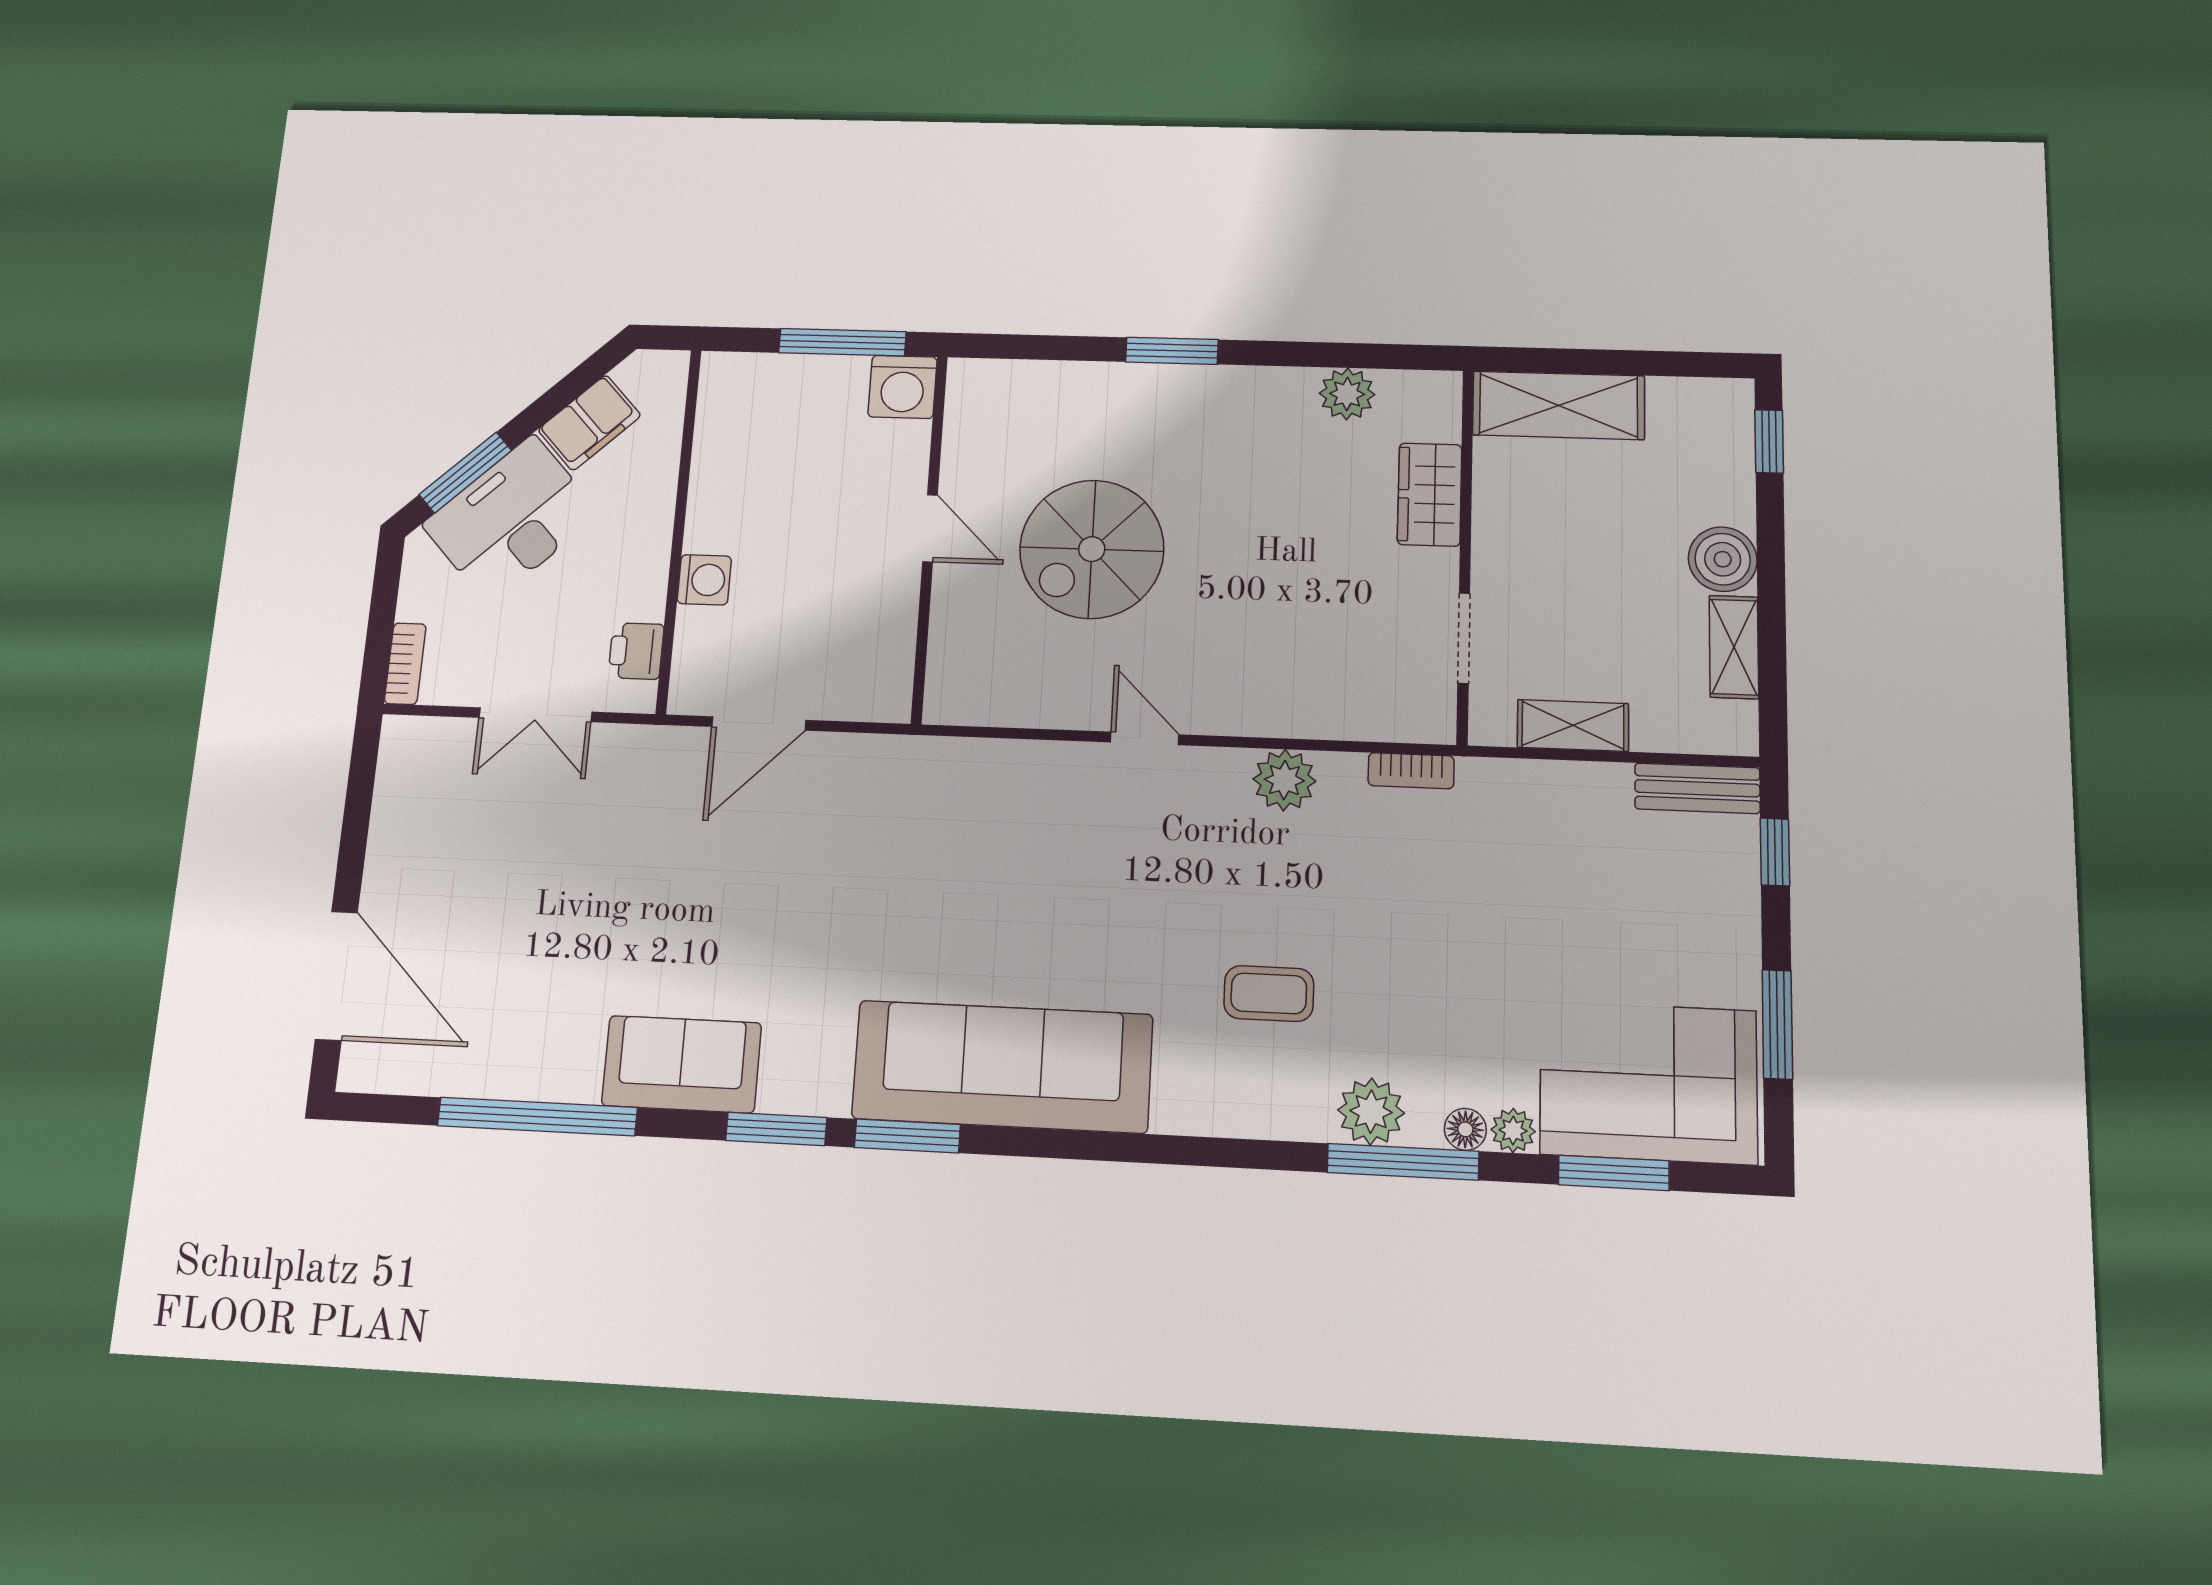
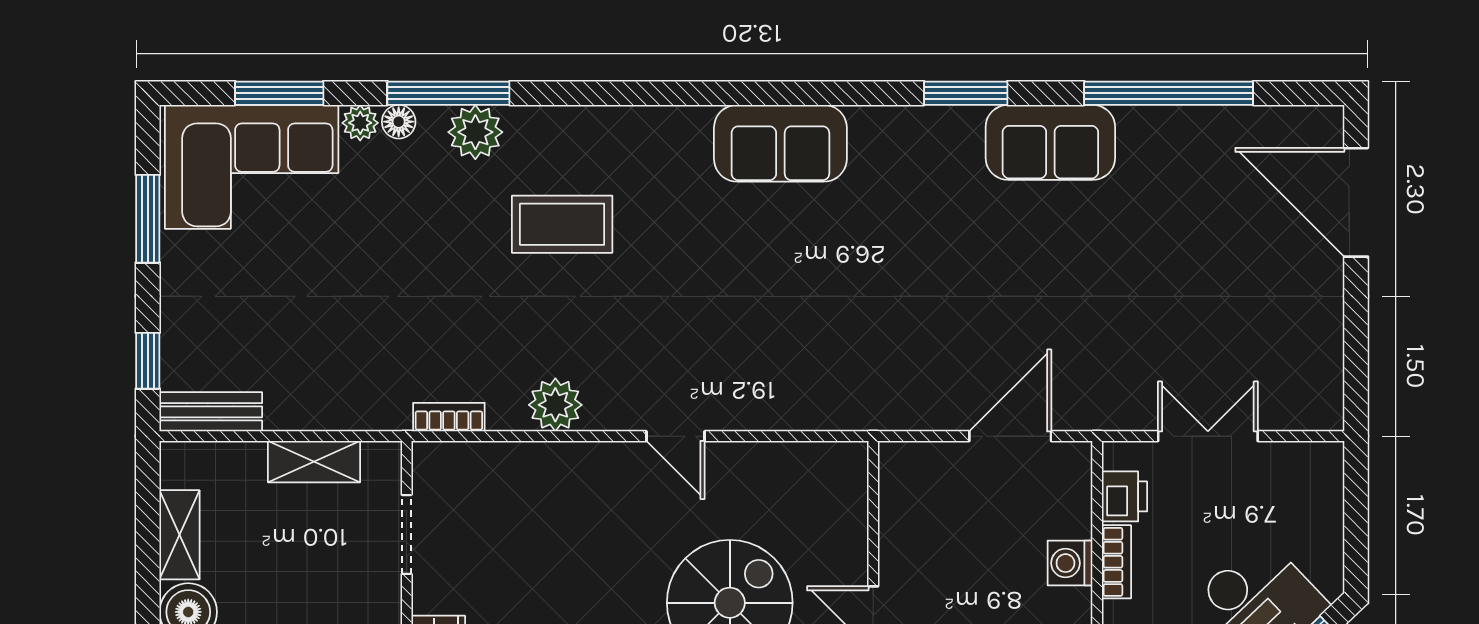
bookcase: (405, 664) -> (1116, 562), moved, turned 180
coffee table: (1269, 994) -> (562, 224), width x1.36, depth x1.30
sofa: (1002, 1066) -> (780, 143), width x0.54, depth x0.79
window: (907, 1136) -> (856, 93), removed

